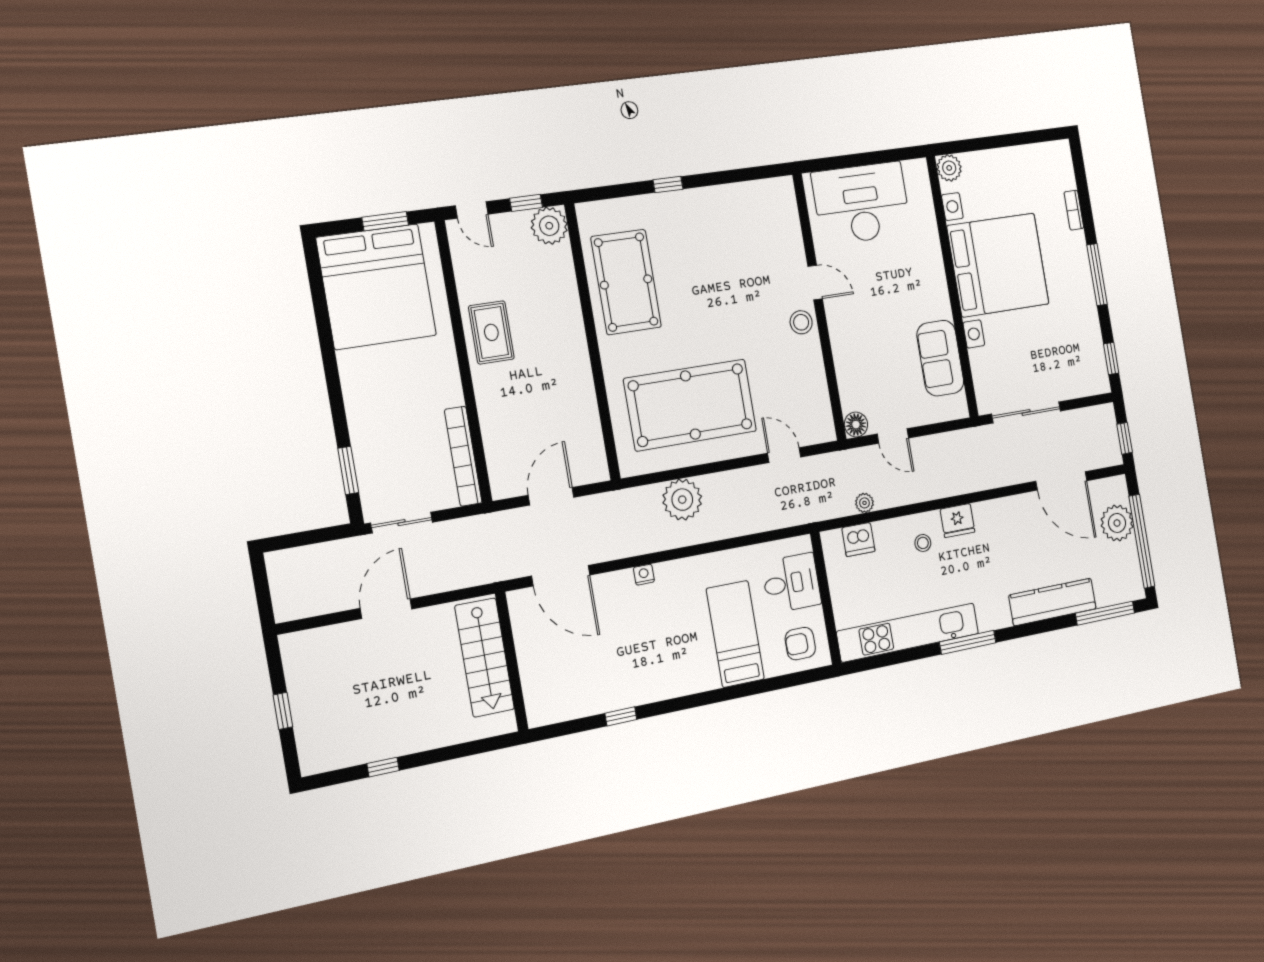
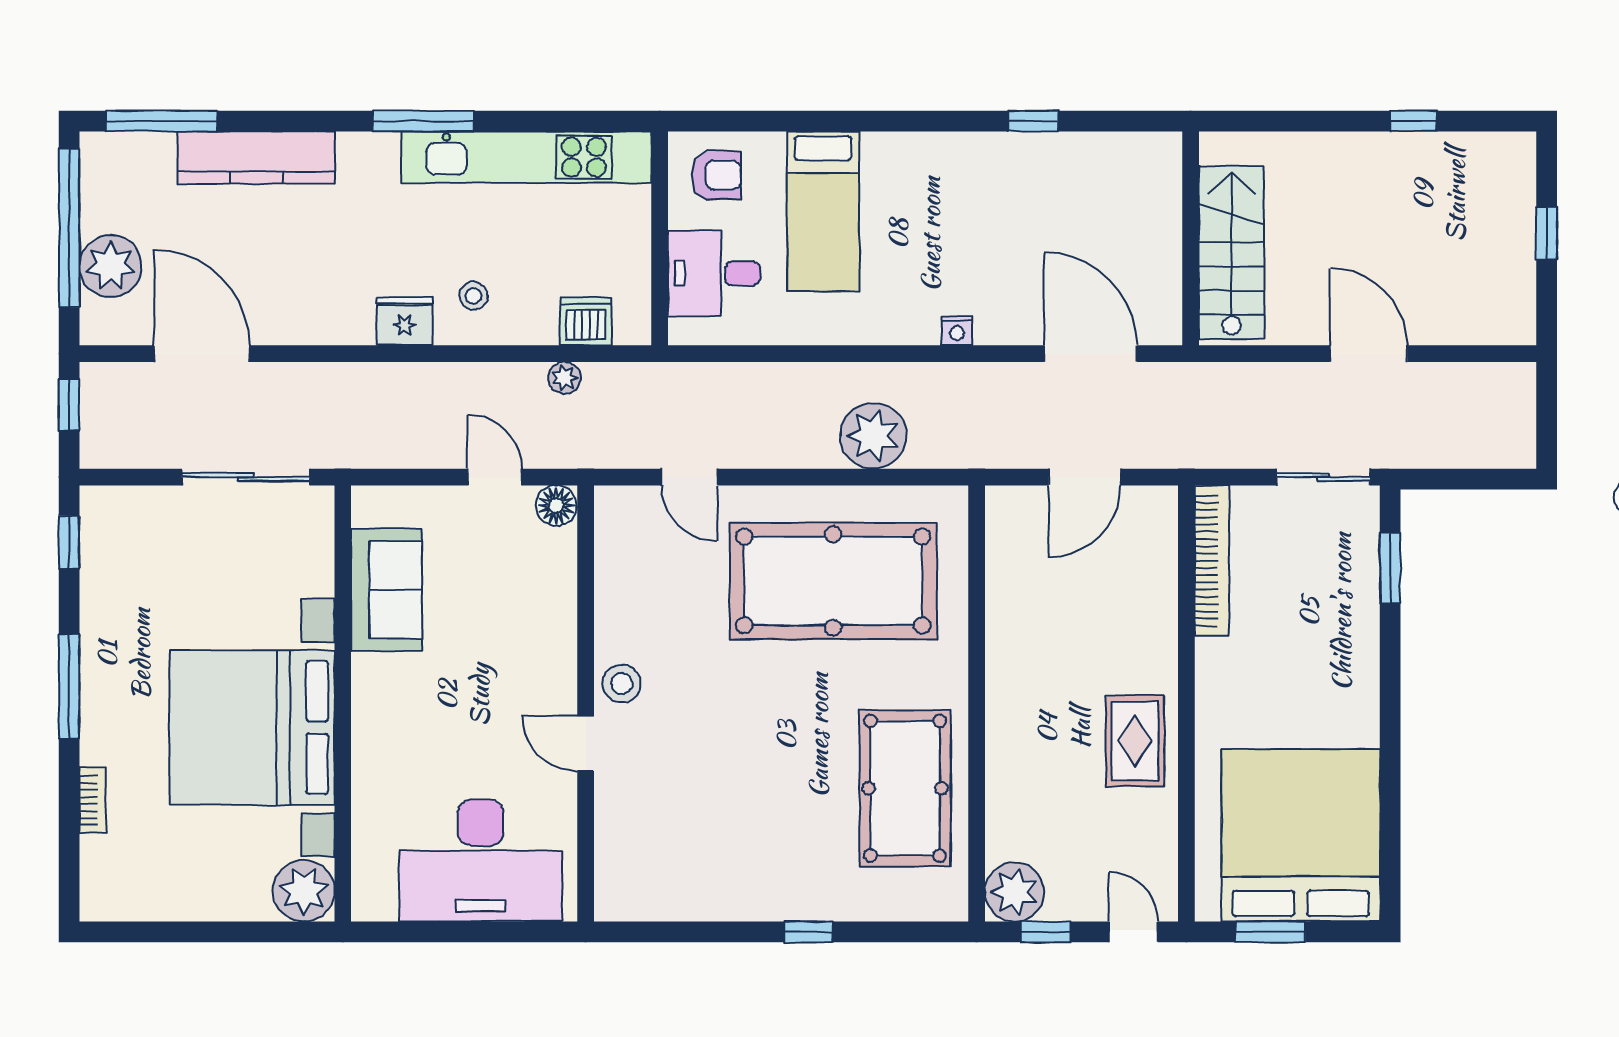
plant: (949, 168) -> (304, 891), width x1.36, depth x1.36
door: (386, 609) -> (1369, 354), swing flipped

